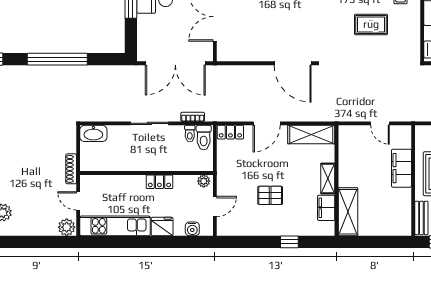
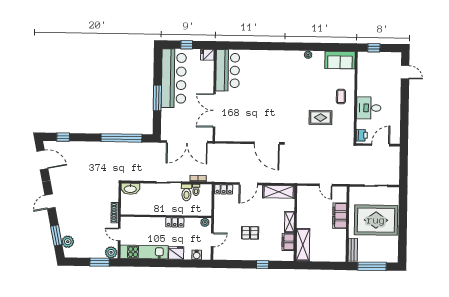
window: (57, 59) -> (121, 138), moved
toilet: (204, 138) -> (186, 192), moved
window: (50, 242) -> (100, 262), added

